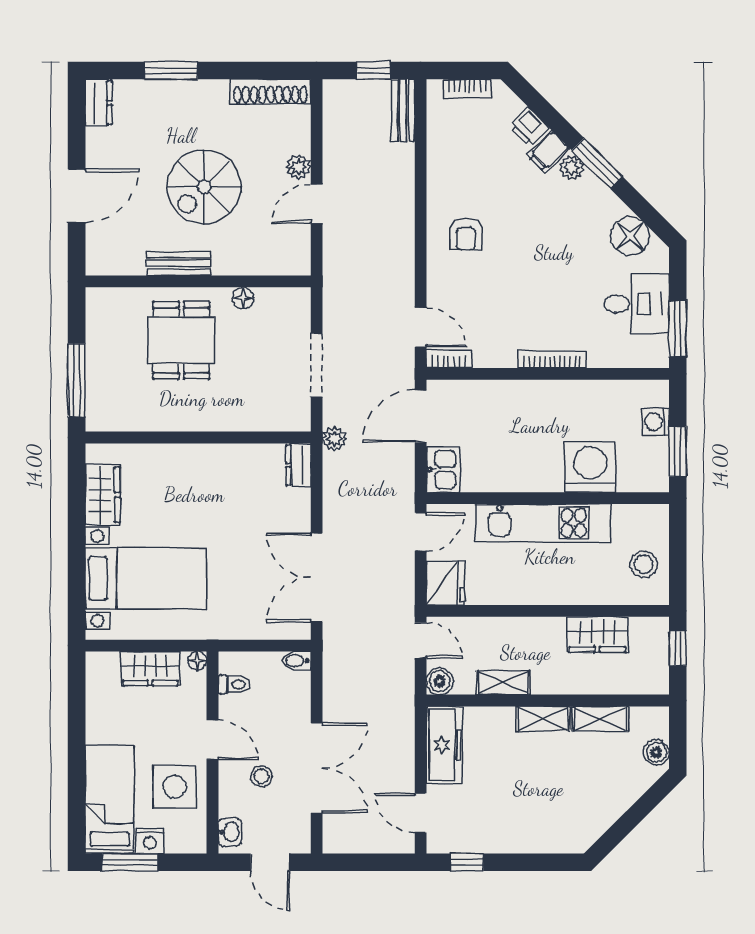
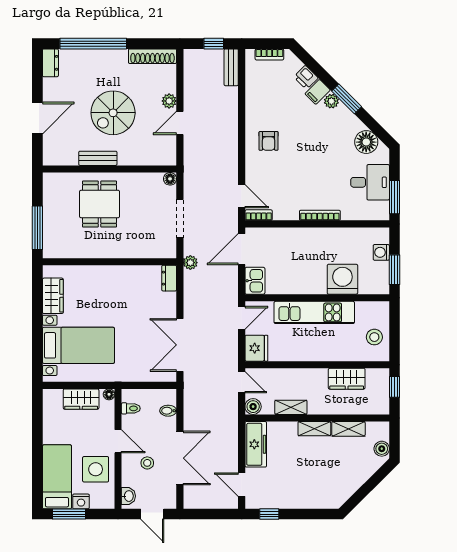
window: (171, 70) -> (93, 44), width x2.11
floor lamp: (243, 298) -> (170, 179), moved
bidet: (297, 661) -> (168, 411), moved

